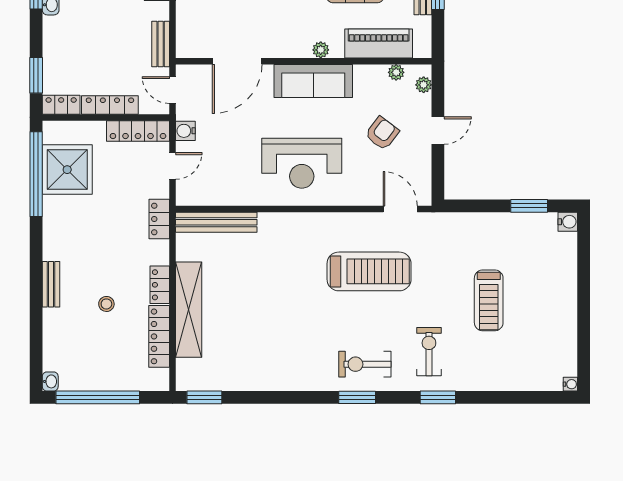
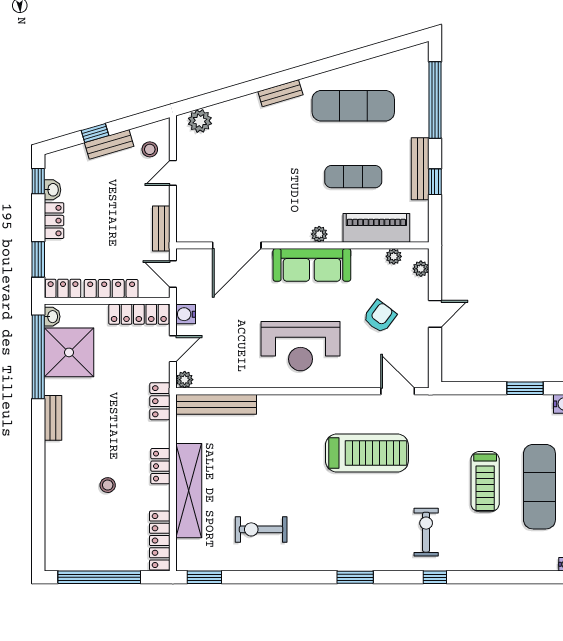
locker: (52, 36) -> (54, 221), added
plant: (184, 197) -> (185, 380), added
bench: (51, 284) -> (53, 418), moved
exercise mat: (544, 306) -> (539, 487), added
locker: (159, 336) -> (160, 541), moved
exercise bike: (365, 364) -> (261, 529), moved
washbasin: (50, 381) -> (52, 317), moved
window: (438, 397) -> (435, 577), width x0.67

